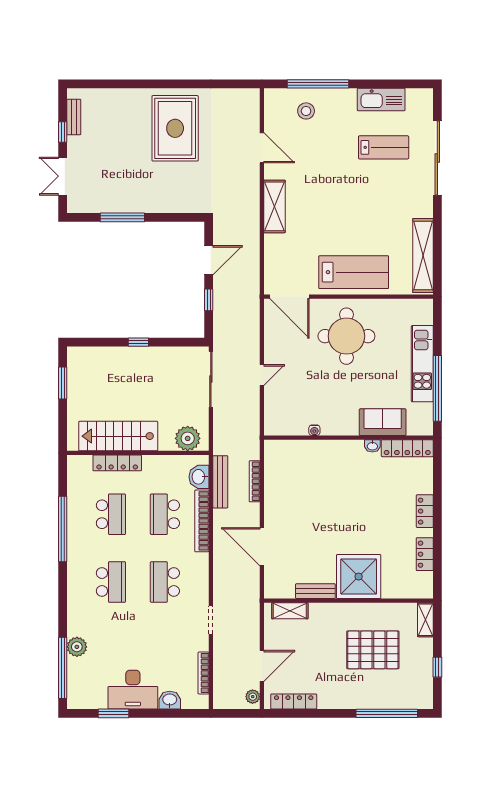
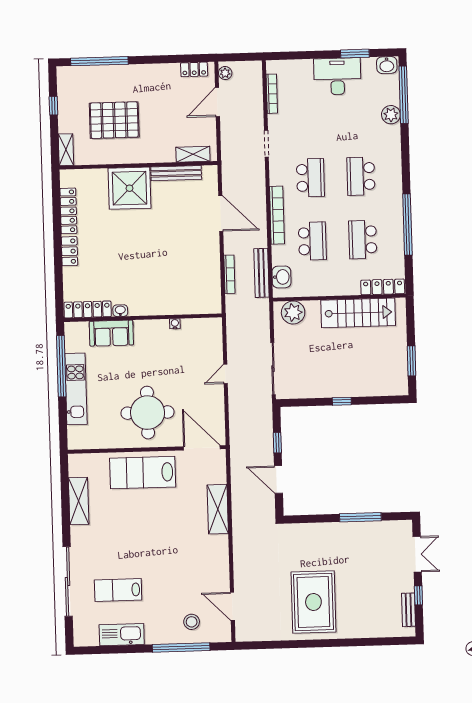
door: (262, 148) -> (232, 606), moved
shelving: (274, 206) -> (218, 509), moved
shelving: (423, 256) -> (79, 501), width x0.68
door: (209, 260) -> (278, 480), hinge flipped
locker: (117, 463) -> (383, 287), moved
bookcase: (202, 521) -> (277, 215), moved
locker: (425, 554) -> (68, 211), width x1.53
bench: (315, 591) -> (176, 173), width x1.36
washbasin: (170, 700) -> (387, 65), moved
locker: (294, 701) -> (194, 69), width x0.66

